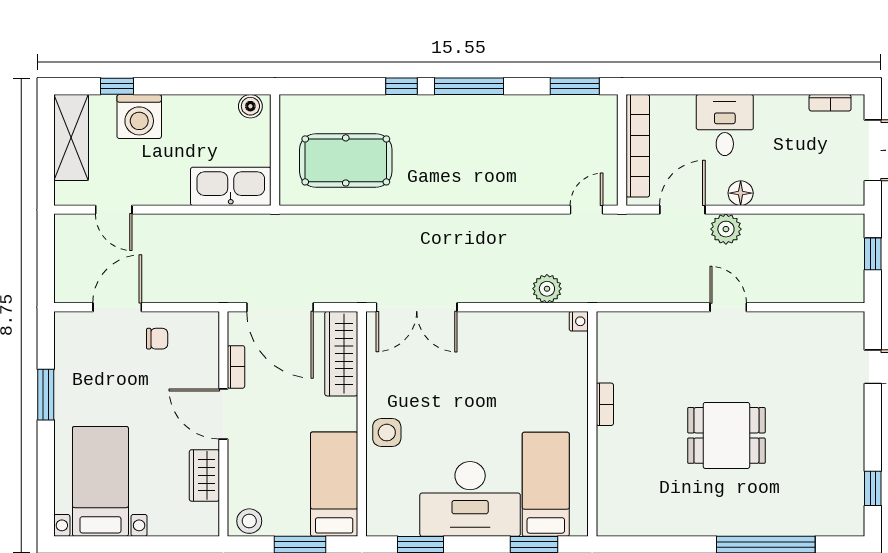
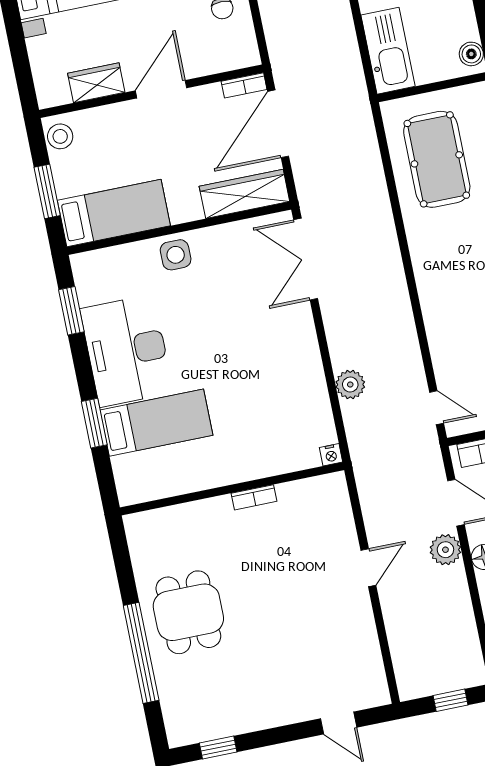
nightstand: (579, 321) -> (331, 455), moved
bookcase: (236, 367) -> (244, 85), moved
bookcase: (605, 404) -> (254, 497), moved
wall: (592, 424) -> (232, 489), moved
dining table: (726, 435) -> (188, 612), moved

